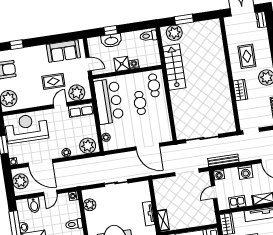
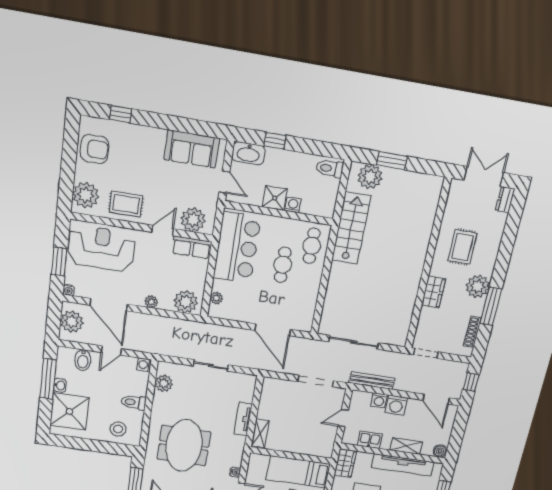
washbasin: (111, 41) -> (248, 153), moved
rug: (53, 81) -> (126, 204), moved
washing machine: (219, 174) -> (379, 400), moved

